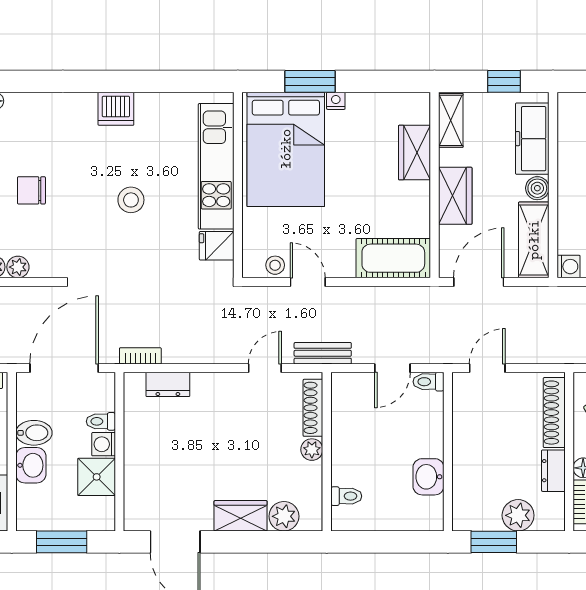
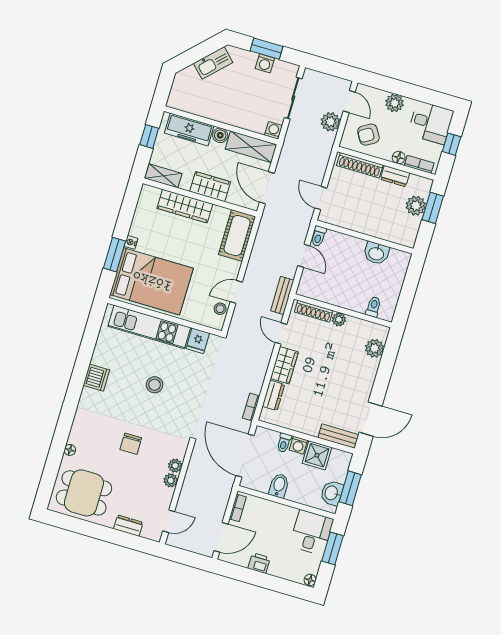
wardrobe: (415, 153) -> (185, 206), width x1.50
washbasin: (31, 465) -> (332, 493), moved, turned -90
bench: (135, 501) -> (338, 436), added
wardrobe: (241, 516) -> (284, 365), moved, turned 180
window: (494, 542) -> (433, 208), moved

